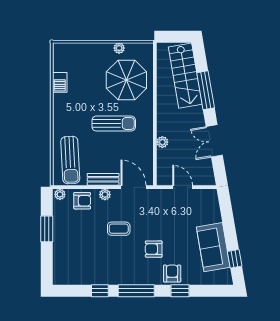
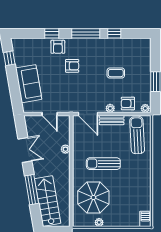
barbecue: (60, 82) -> (145, 219), moved
coffee table: (119, 229) -> (116, 73), moved
sofa: (213, 247) -> (29, 84), moved

